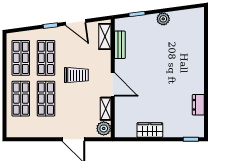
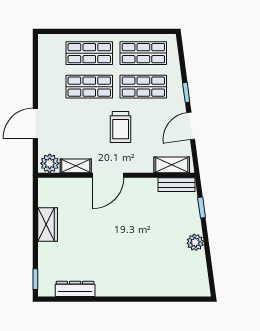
bench: (120, 45) -> (176, 185), moved
dresser: (198, 105) -> (75, 289), width x1.44

